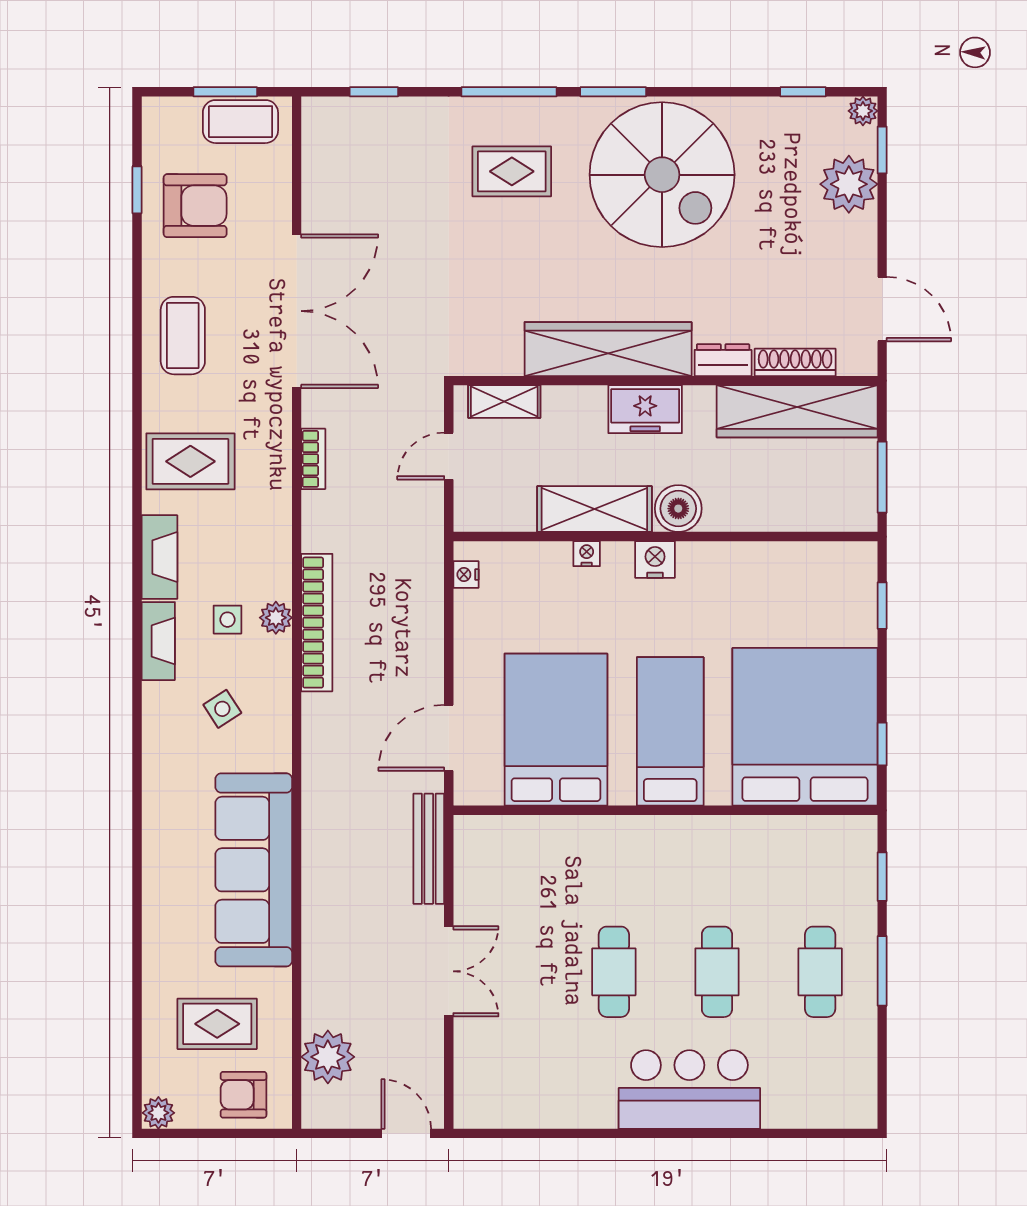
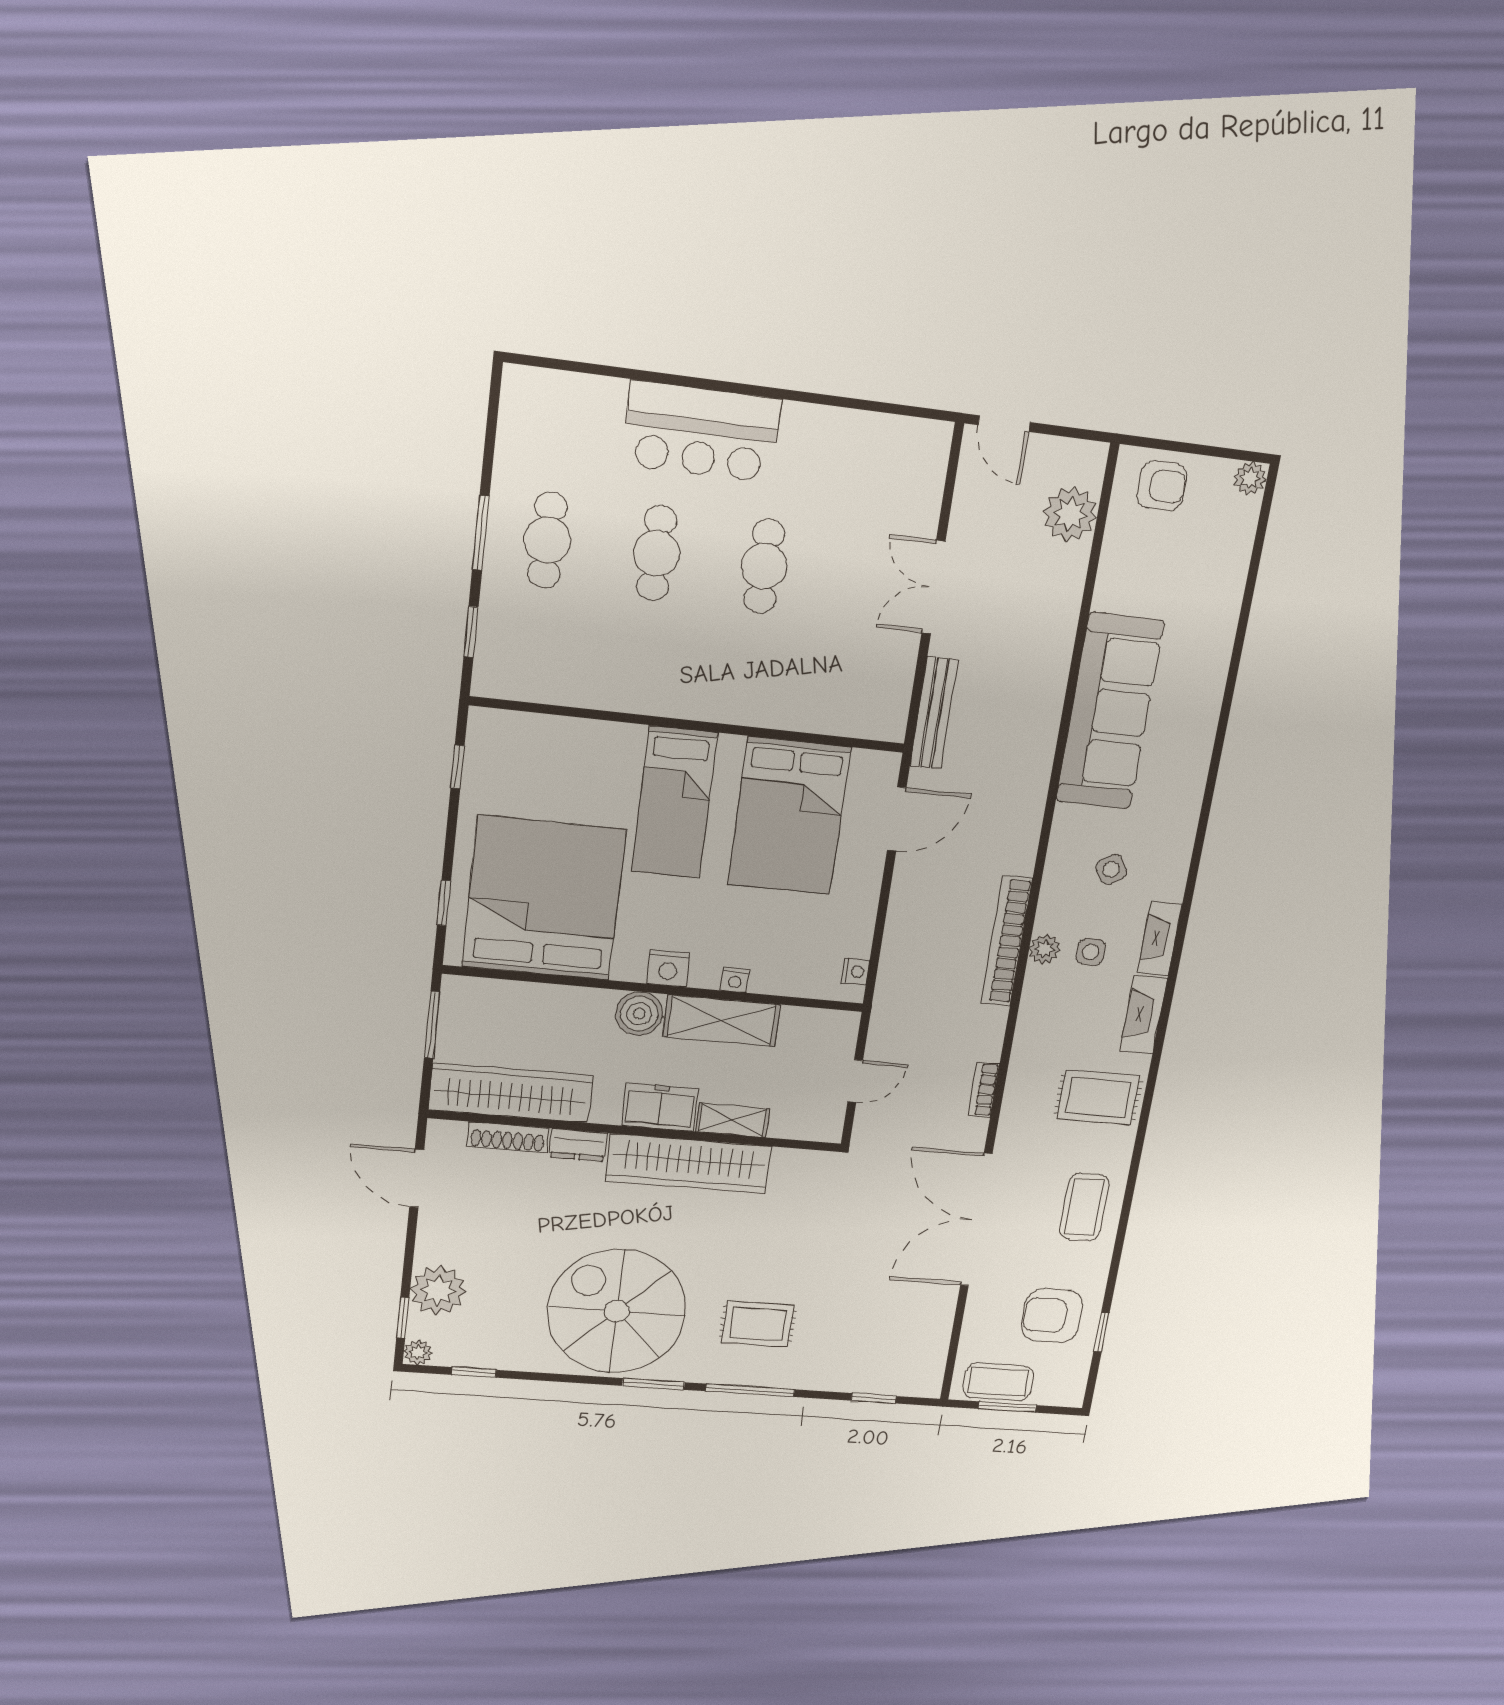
shelving: (504, 402) -> (733, 1120), moved
bed: (805, 727) -> (544, 899), moved, turned 180
rug: (217, 1024) -> (1174, 562), removed

